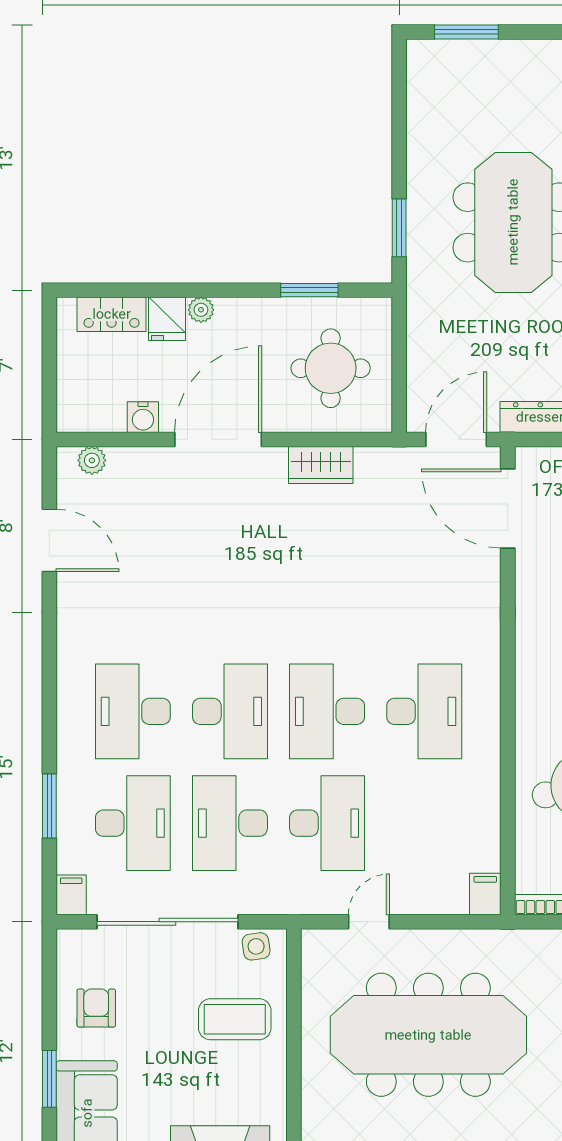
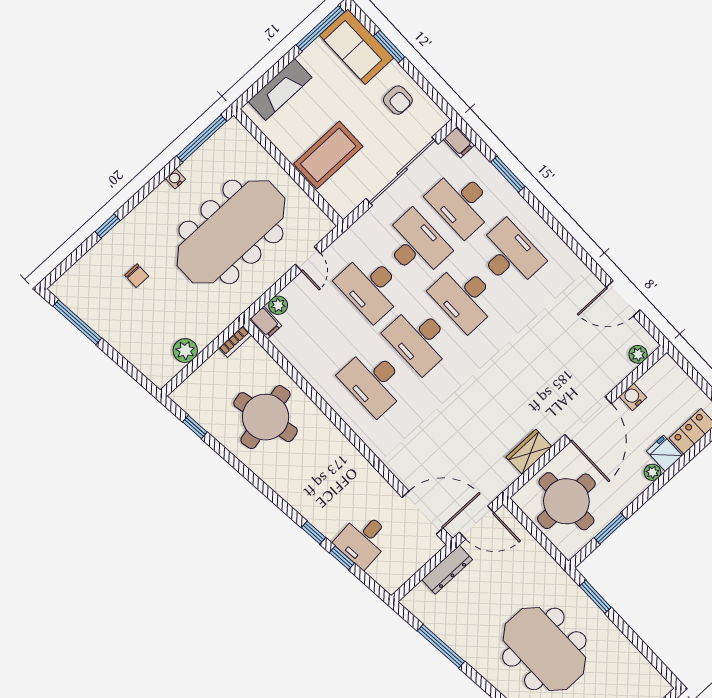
round table: (331, 368) -> (566, 501), width x1.36, depth x1.36
door: (456, 439) -> (477, 523), hinge flipped
desk: (327, 711) -> (419, 339), turned 180
plant: (452, 900) -> (278, 305), added
side table: (256, 946) -> (350, 198), removed
coffee table: (235, 1019) -> (328, 155), width x1.36, depth x1.32

